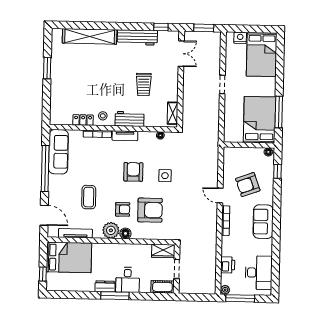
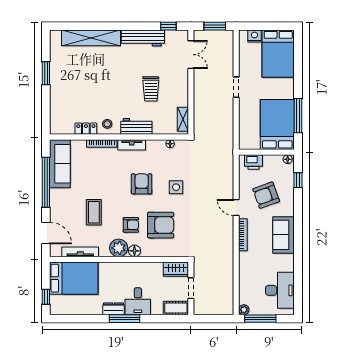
printer: (228, 265) -> (254, 162), moved, turned 90

